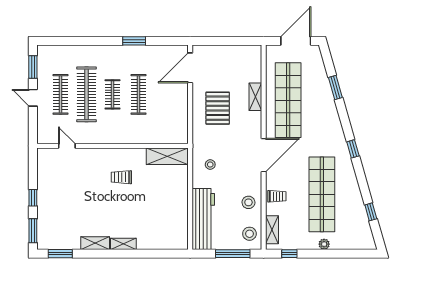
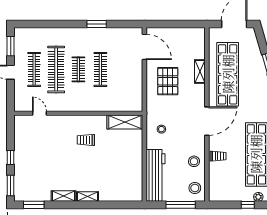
door: (190, 68) -> (144, 47), swing flipped
shelving: (272, 230) -> (214, 185), removed
window: (289, 254) -> (248, 205), moved

